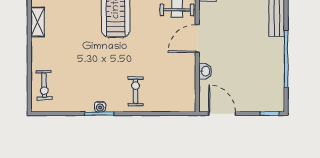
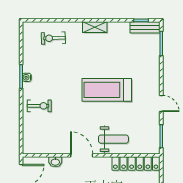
exercise bike: (44, 85) -> (53, 38), moved

